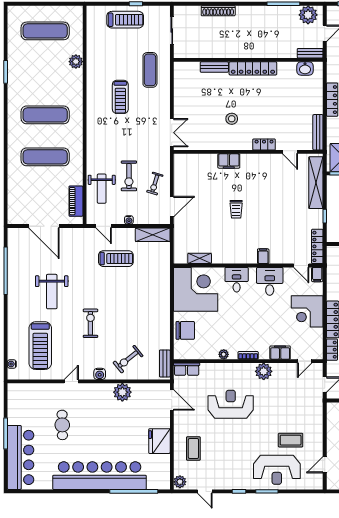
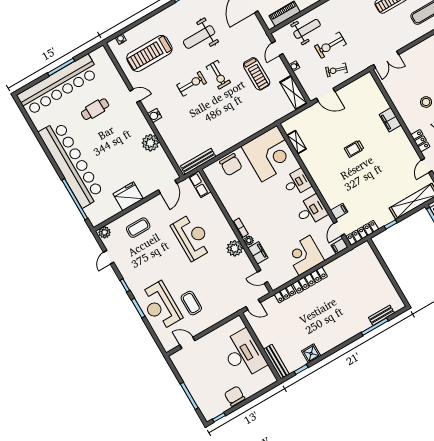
weight bench: (102, 189) -> (307, 29), turned 180
filing cabinet: (263, 256) -> (339, 211), moved
plant: (224, 354) -> (249, 241), moved
exercise bike: (128, 359) -> (218, 75), moved, turned -141
bench: (165, 363) -> (198, 161), width x1.36
bar counter: (21, 457) -> (58, 85), width x1.36

